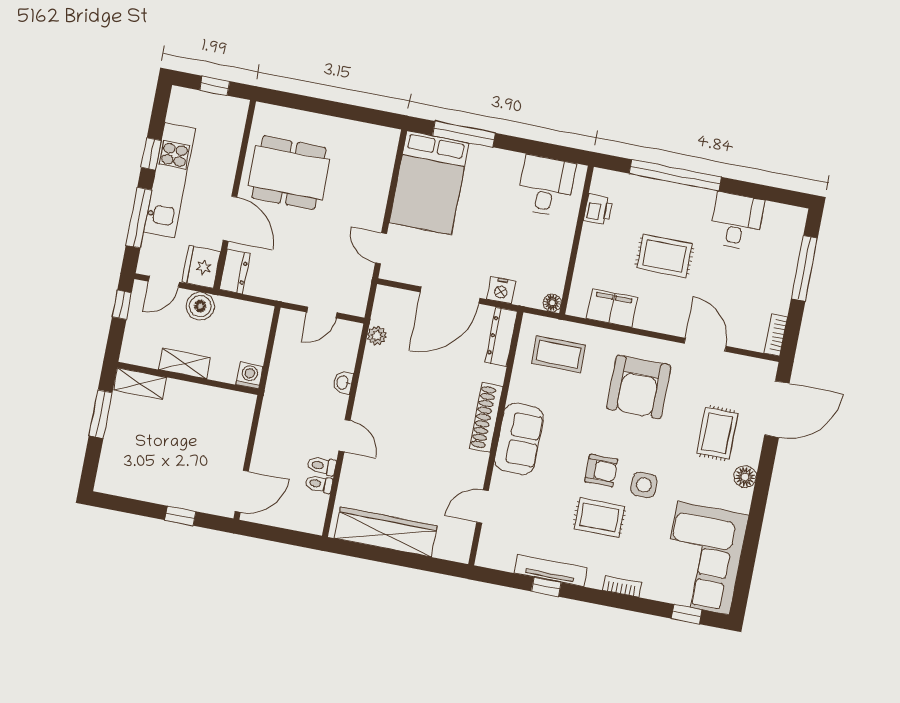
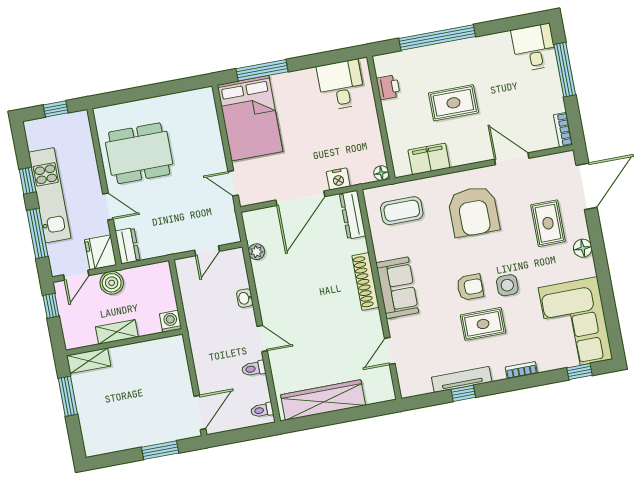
door: (230, 219) -> (108, 206), width x0.73
desk: (736, 221) -> (534, 47), moved
toilet: (319, 484) -> (262, 410), moved
window: (180, 516) -> (160, 450), width x1.50

